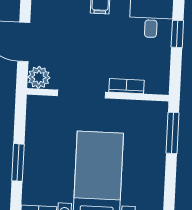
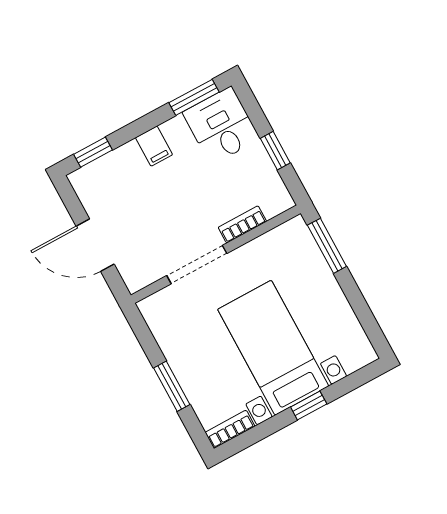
window: (177, 34) -> (275, 151), moved
plant: (39, 77) -> (137, 275), removed

